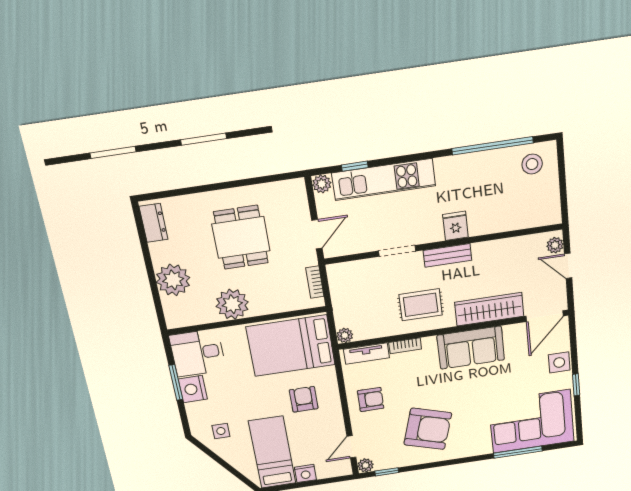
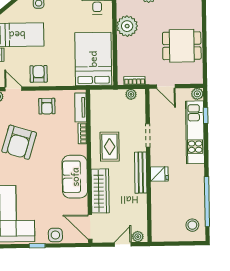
dining table: (241, 237) -> (182, 46), moved
bench: (447, 255) -> (141, 173), width x1.36
plant: (345, 335) -> (131, 94), moved
armchair: (304, 399) -> (39, 74), moved, turned -90

